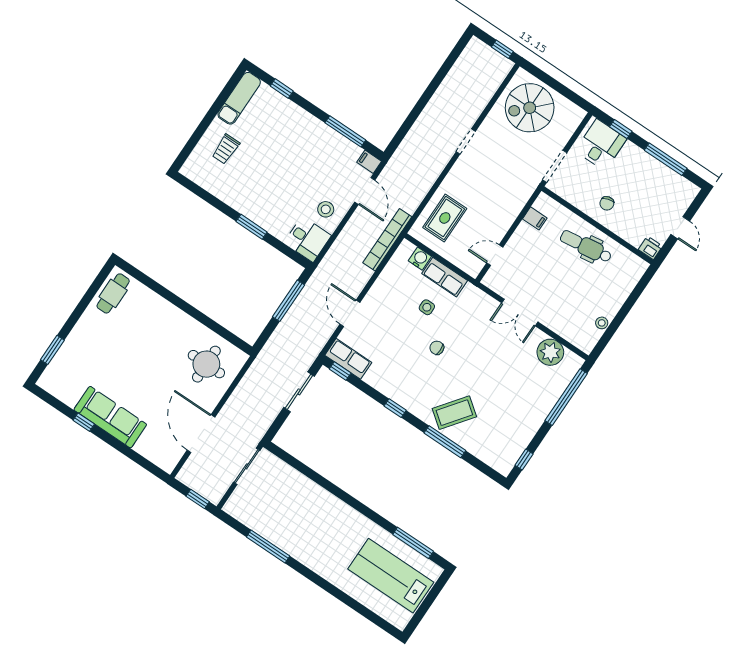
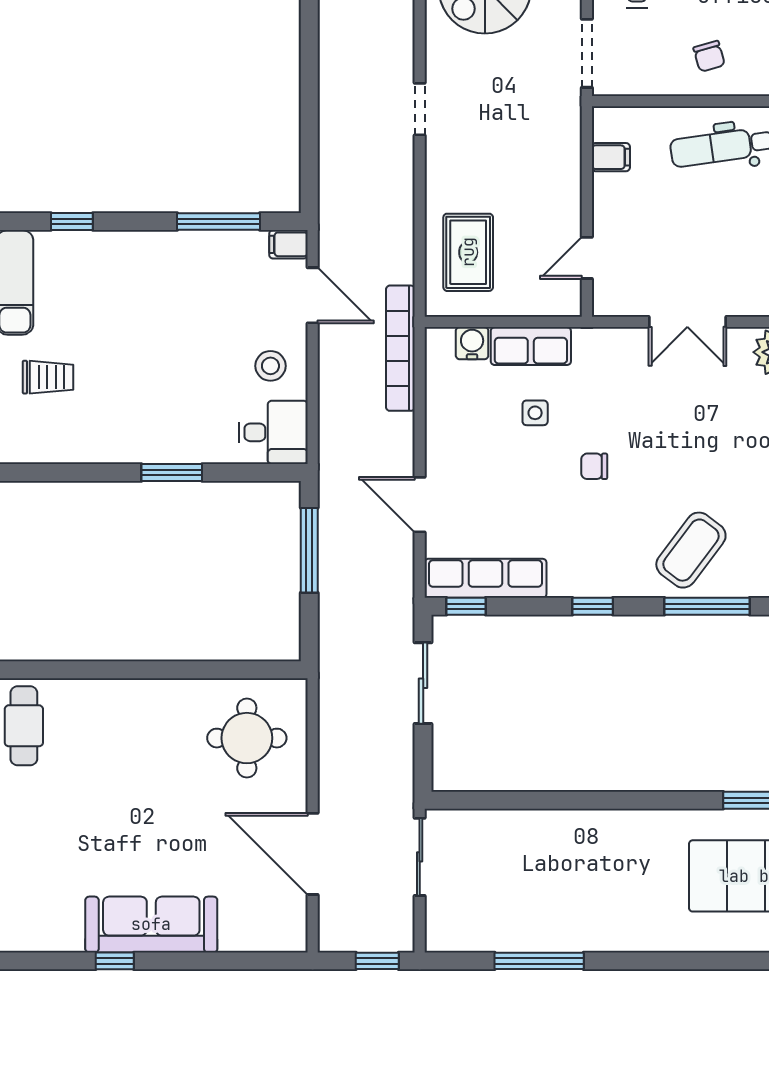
trolley: (226, 149) -> (48, 377), turned -90
row of seats: (348, 359) -> (485, 578), width x1.48

